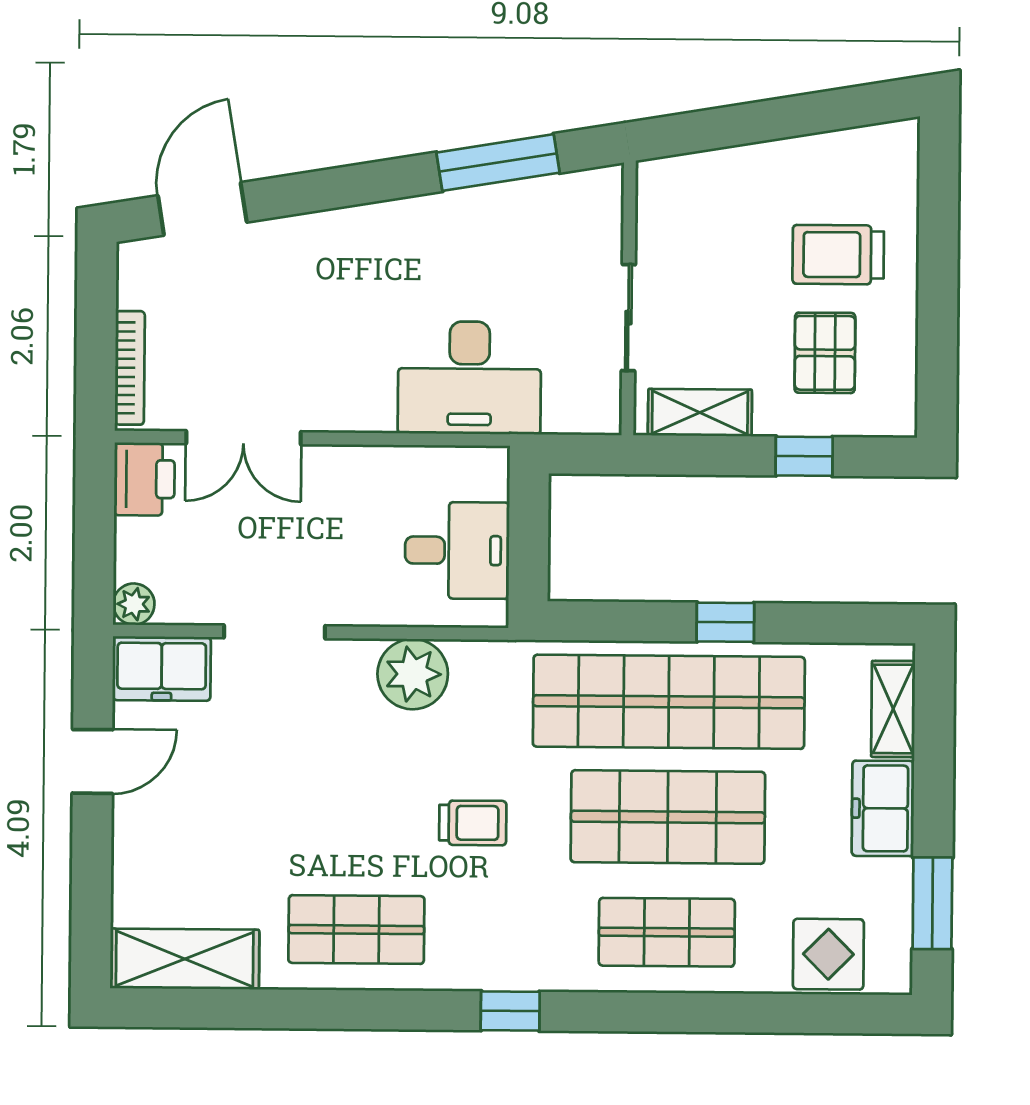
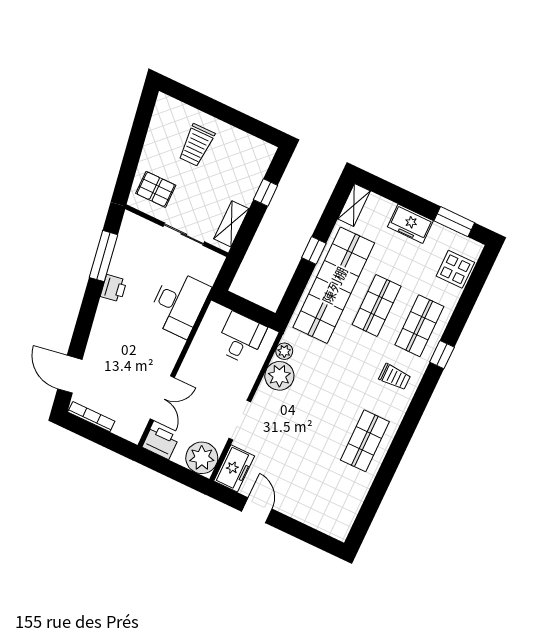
printer: (437, 218) -> (114, 288), added
pallet: (825, 353) -> (156, 189), moved
bookcase: (130, 368) -> (91, 417), moved
plant: (134, 604) -> (202, 458), width x1.87, depth x1.87
plant: (472, 660) -> (284, 351), added
shelving: (893, 709) -> (354, 205), moved, turned 90
shop shelf: (668, 817) -> (377, 305), width x0.70, depth x0.74
trolley: (473, 823) -> (395, 377), moved, turned 90
shelving: (185, 959) -> (346, 510), removed
window: (510, 1011) -> (442, 355), moved

